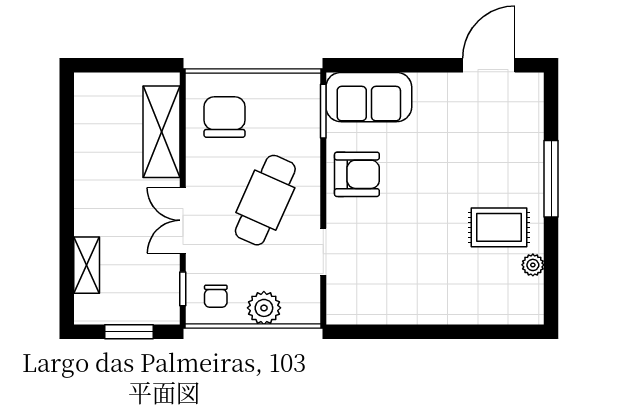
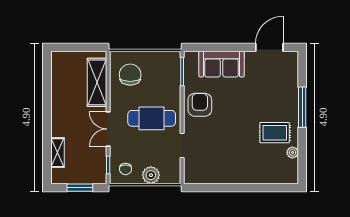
sofa: (369, 97) -> (221, 64), moved
armchair: (357, 174) -> (200, 105), turned -90
cafe table: (265, 200) -> (152, 118), turned 66

